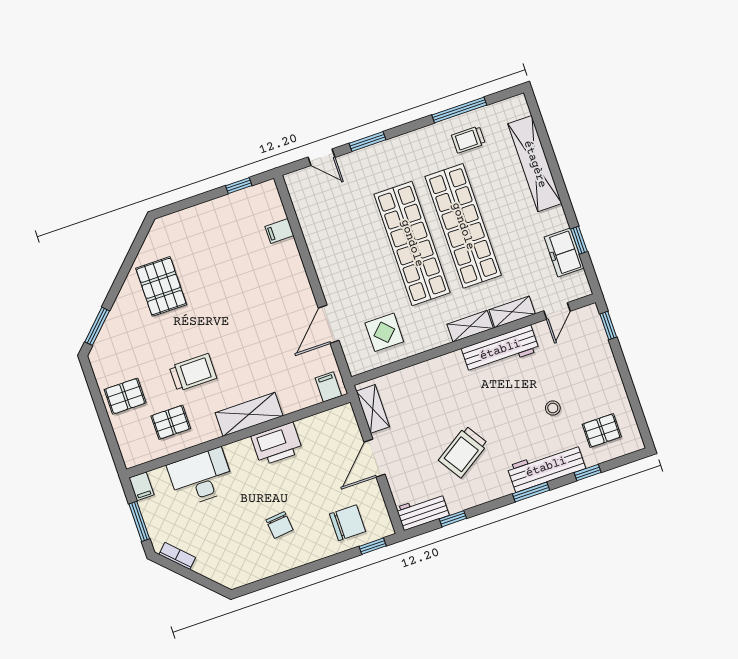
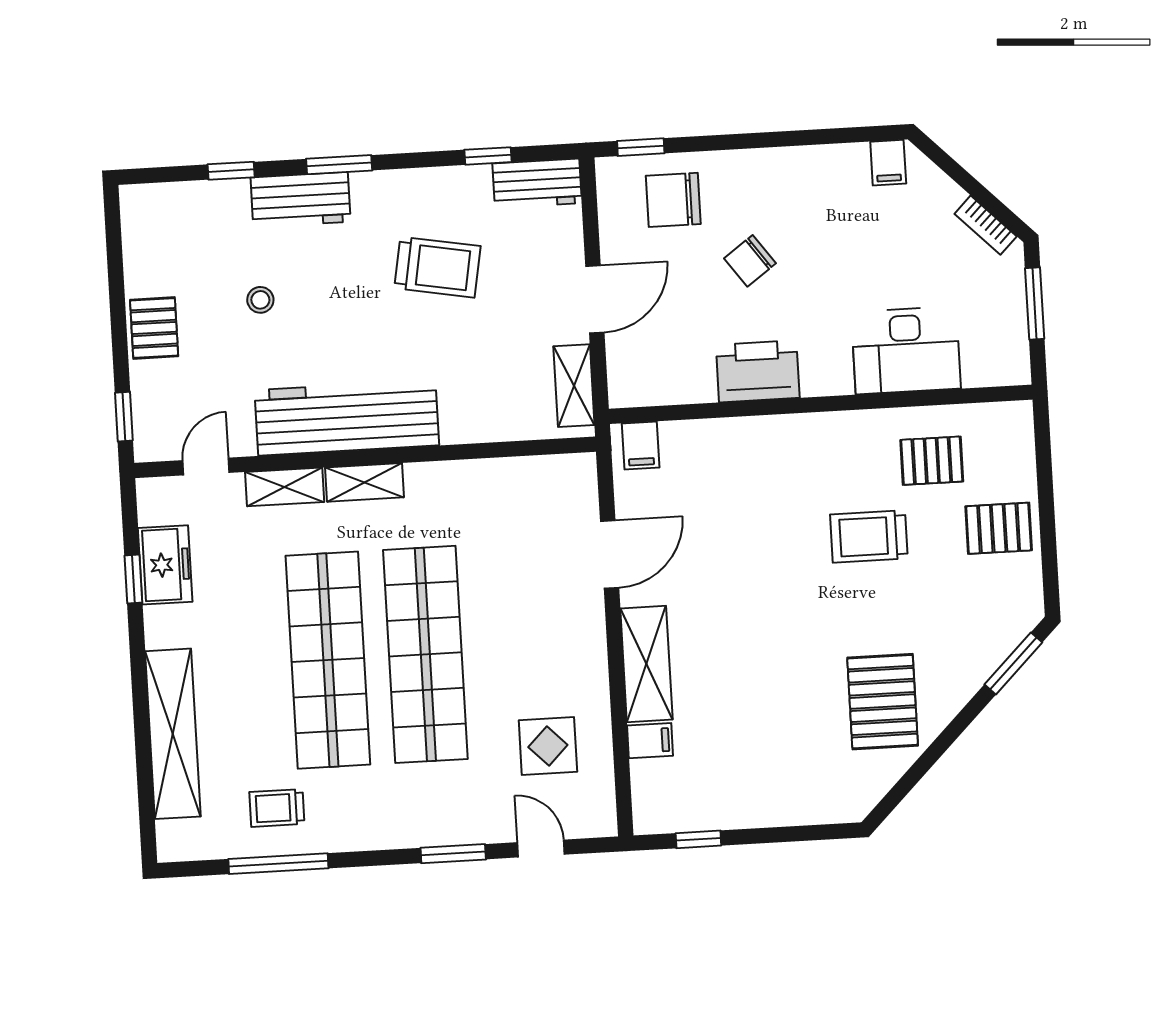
trolley: (468, 140) -> (277, 808), turned 180
display table: (384, 332) -> (548, 746), moved
workbench: (500, 350) -> (347, 418), width x1.36, depth x1.32
shelving: (249, 414) -> (646, 664), moved, turned 90
pallet: (602, 430) -> (154, 328), moved, turned 90
trolley: (463, 452) -> (437, 267), turned 43
workbench: (546, 467) -> (301, 200), width x0.73
filing cabinet: (141, 486) -> (888, 163), moved, turned 180
chair: (279, 525) -> (750, 261), moved, turned -120

